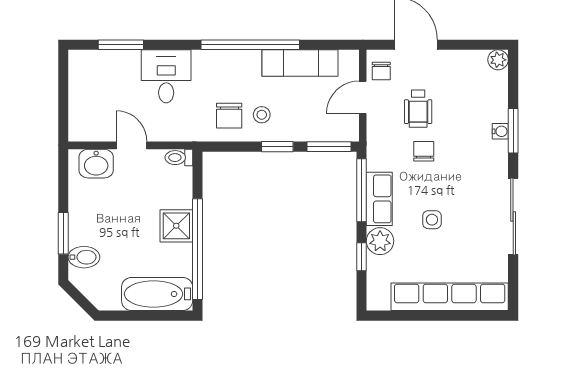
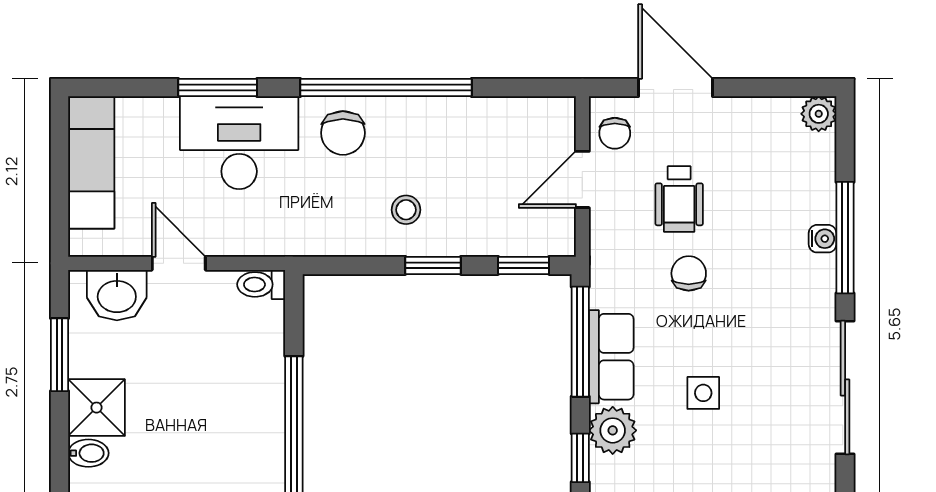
window: (121, 45) -> (218, 87), moved
exam couch: (300, 63) -> (91, 162), moved, turned -90
desk: (166, 76) -> (239, 143), width x1.37
chair: (229, 116) -> (343, 133), moved
window: (513, 131) -> (845, 238), width x1.44
window: (329, 147) -> (524, 265), width x0.67
shower: (176, 226) -> (97, 408), moved
window: (63, 233) -> (59, 355), moved
bidet: (84, 257) -> (88, 453), width x0.72, depth x0.74

